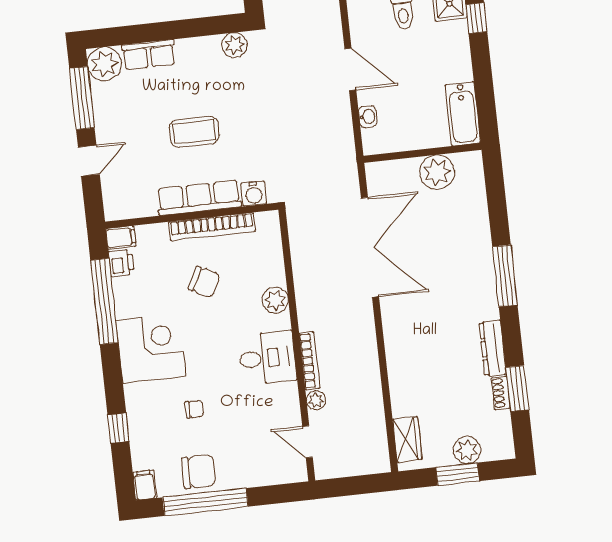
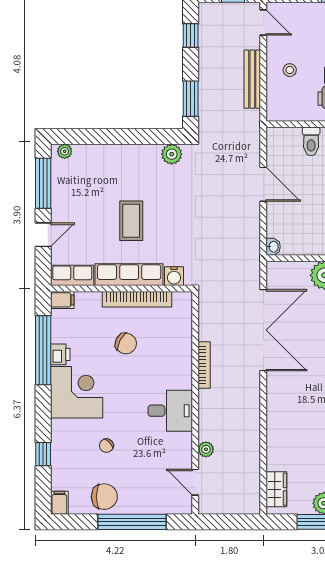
row of seats: (149, 55) -> (72, 275), moved, turned 180
plant: (105, 64) -> (65, 151), width x0.53, depth x0.53
washbasin: (368, 117) -> (273, 247), moved
coffee table: (194, 132) -> (131, 221), turned 90
printer: (121, 263) -> (60, 354), moved
plant: (275, 300) -> (182, 365), removed
bookcase: (309, 361) -> (204, 365), moved
chair: (194, 409) -> (106, 446), turned 135
window: (205, 502) -> (132, 522), moved

